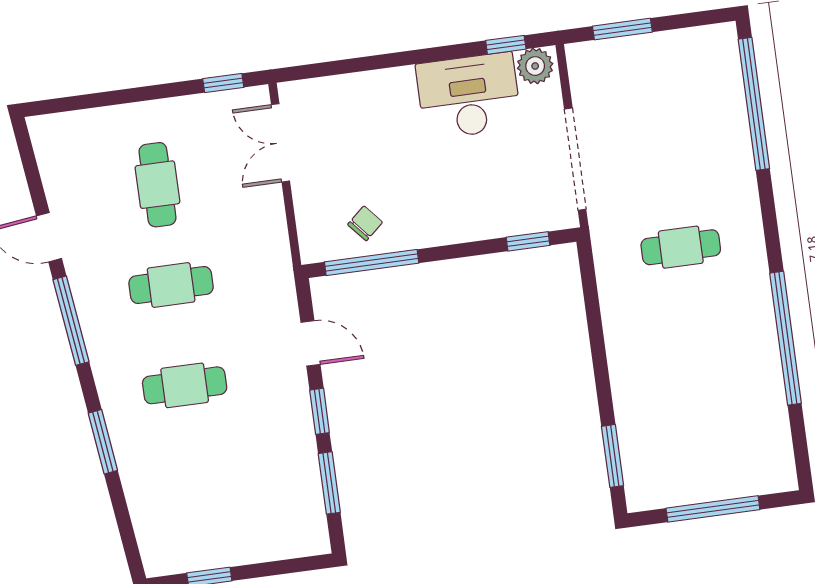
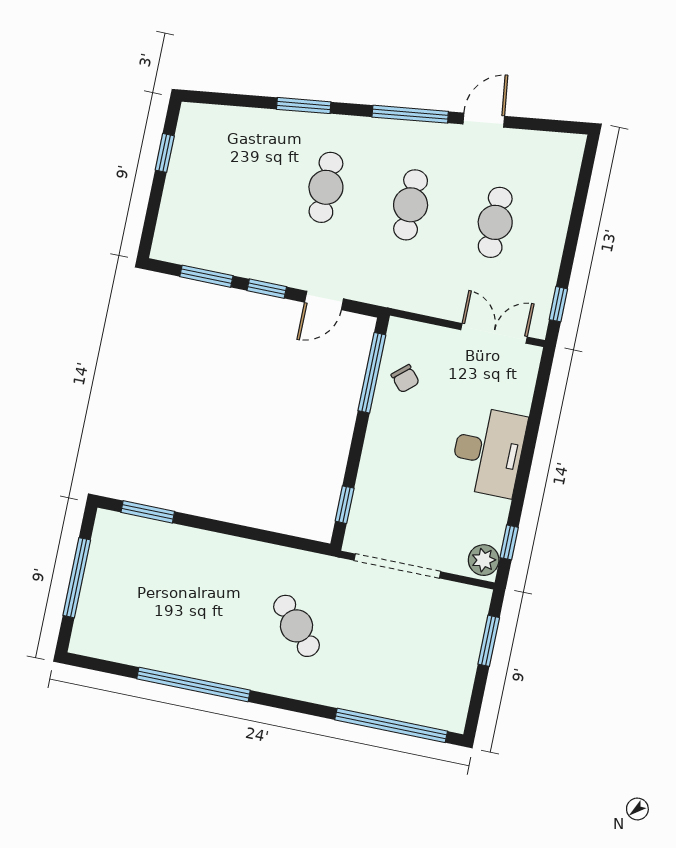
desk: (469, 96) -> (488, 452), moved
cafe table: (157, 185) -> (495, 222), turned 90
cafe table: (681, 247) -> (296, 626), turned -42

